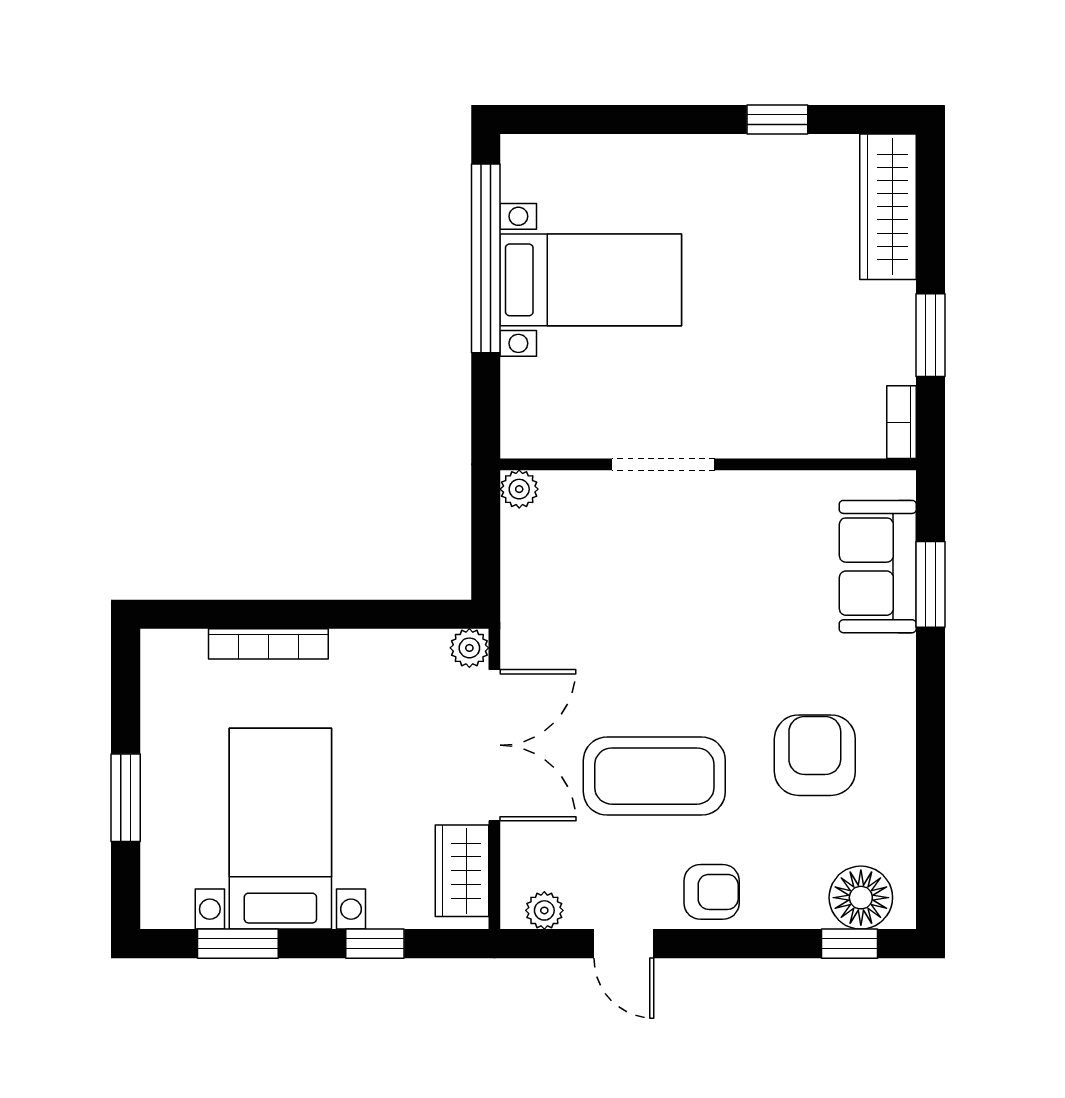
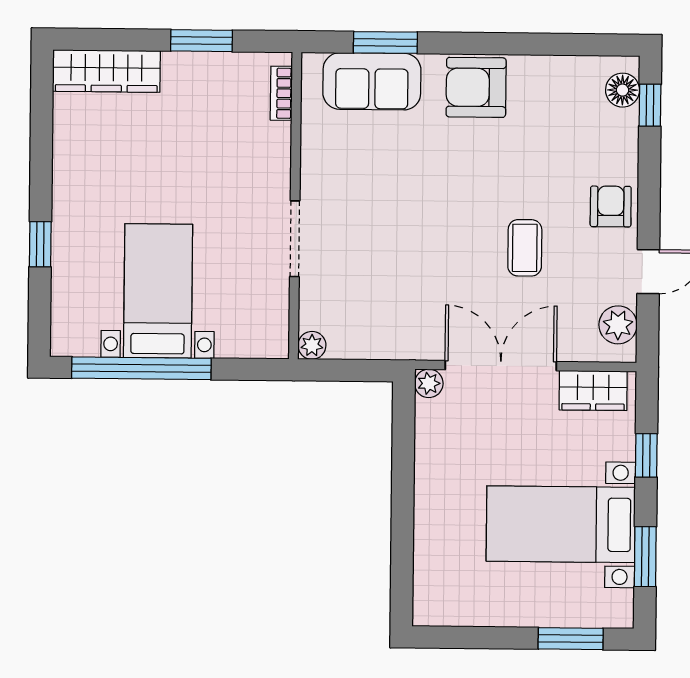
window: (777, 120) -> (40, 244), moved
bookcase: (902, 422) -> (281, 93), moved, turned 90
bookcase: (268, 644) -> (424, 532), removed
armchair: (815, 755) -> (476, 87), moved
coffee table: (654, 776) -> (525, 248), width x0.54, depth x0.58
window: (126, 798) -> (571, 639), moved
floor lamp: (861, 898) -> (623, 90), width x0.73, depth x0.73
plant: (544, 910) -> (618, 325), width x1.38, depth x1.38

